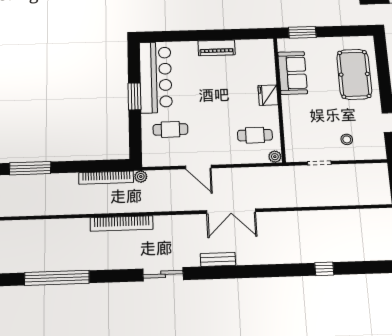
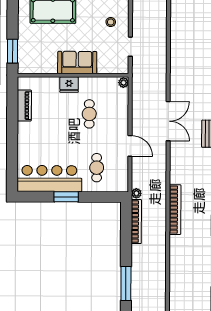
piano: (217, 48) -> (24, 106), moved
sofa: (293, 73) -> (77, 62), moved
cafe table: (255, 135) -> (89, 114), moved
door: (198, 167) -> (130, 146), hinge flipped

